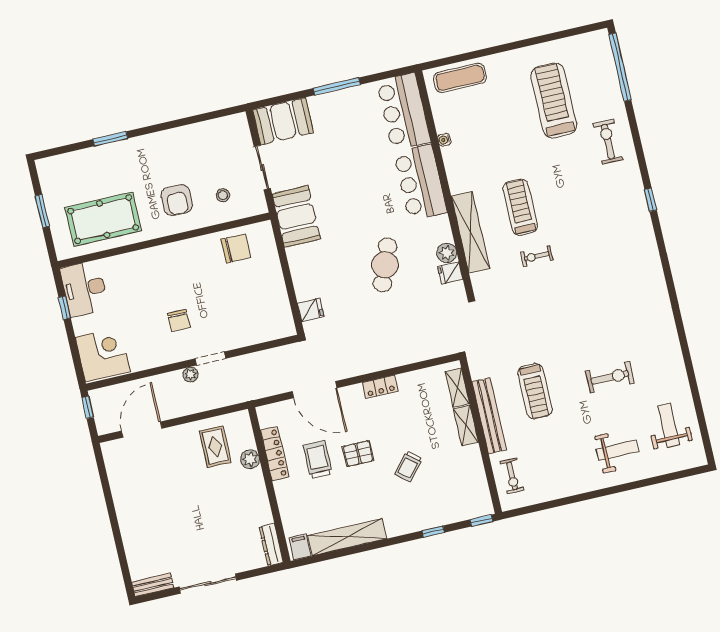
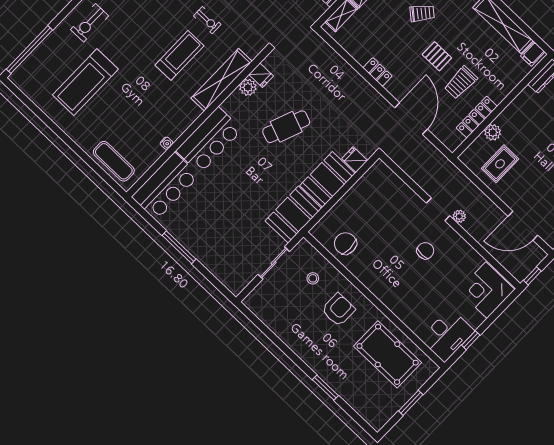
booth: (283, 121) -> (327, 179), moved, turned 90
treadmill: (520, 207) -> (179, 55), turned 180

